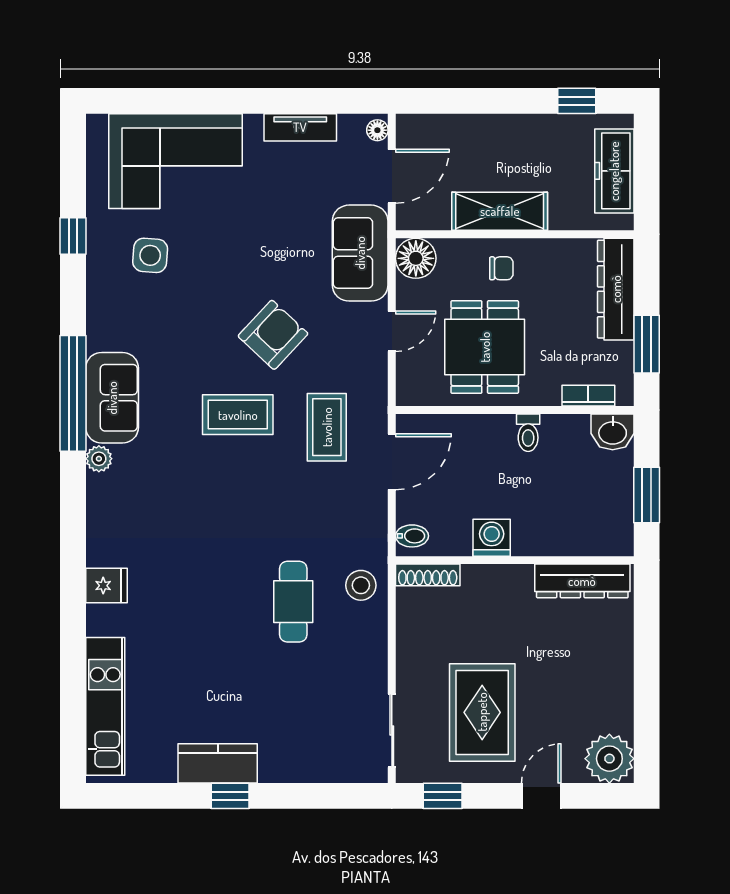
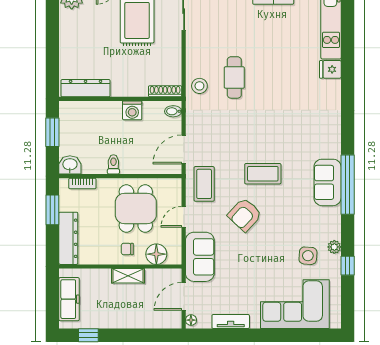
shelving: (500, 211) -> (128, 276), width x0.67, depth x0.75
floor lamp: (416, 258) -> (156, 254), moved
coffee table: (327, 427) -> (204, 184), moved
plant: (99, 459) -> (334, 247), moved
fridge: (107, 586) -> (330, 69), moved

